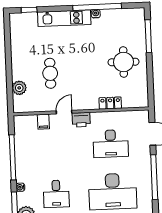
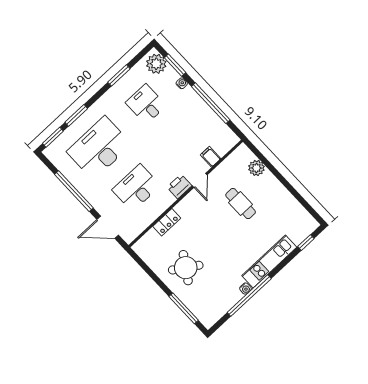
round table: (124, 62) -> (186, 268), turned 32

